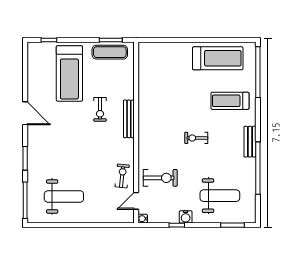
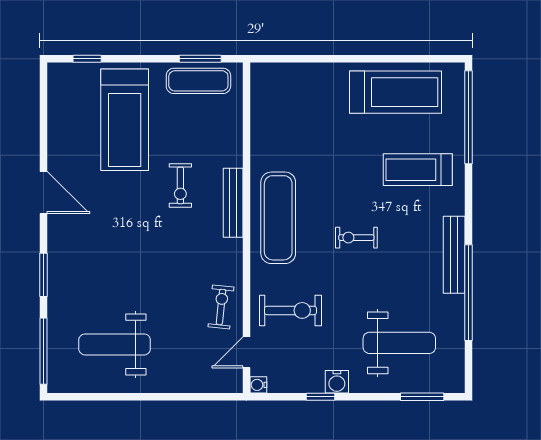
exercise mat: (154, 127) -> (278, 218), added
bench: (250, 142) -> (454, 255), width x1.36
weight bench: (64, 196) -> (115, 344), turned 180

